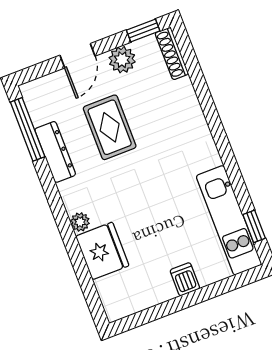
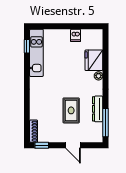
door: (77, 56) -> (73, 145), swing flipped
plant: (122, 60) -> (55, 137), removed
dishwasher: (185, 279) -> (76, 35), moved

